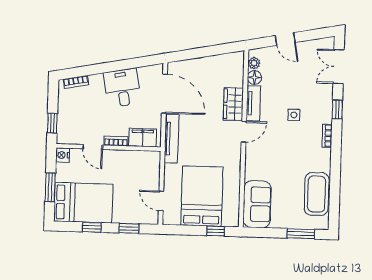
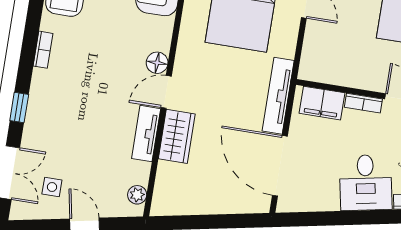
floor lamp: (254, 77) -> (157, 63), moved
desk: (122, 88) -> (366, 183), moved
side table: (294, 115) -> (52, 187), moved
bookcase: (327, 136) -> (43, 50), moved

